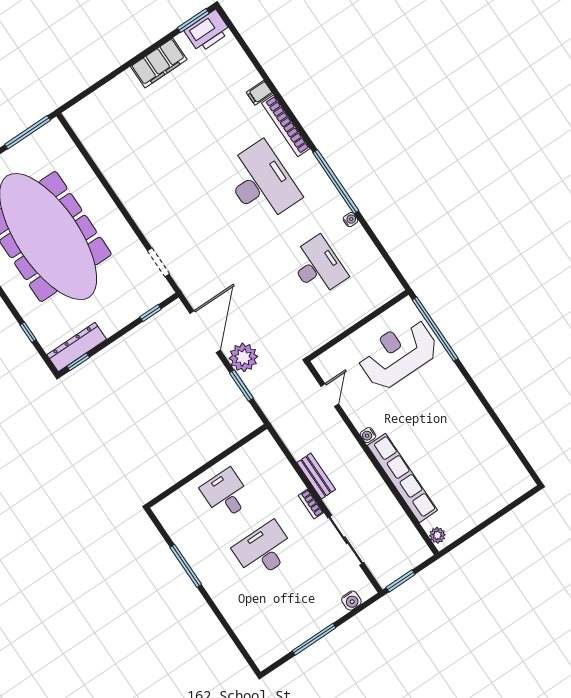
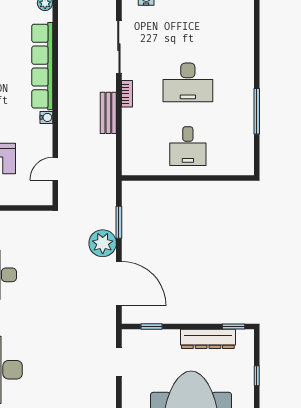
door: (205, 332) -> (119, 283), swing flipped
dresser: (77, 347) -> (208, 339), moved

